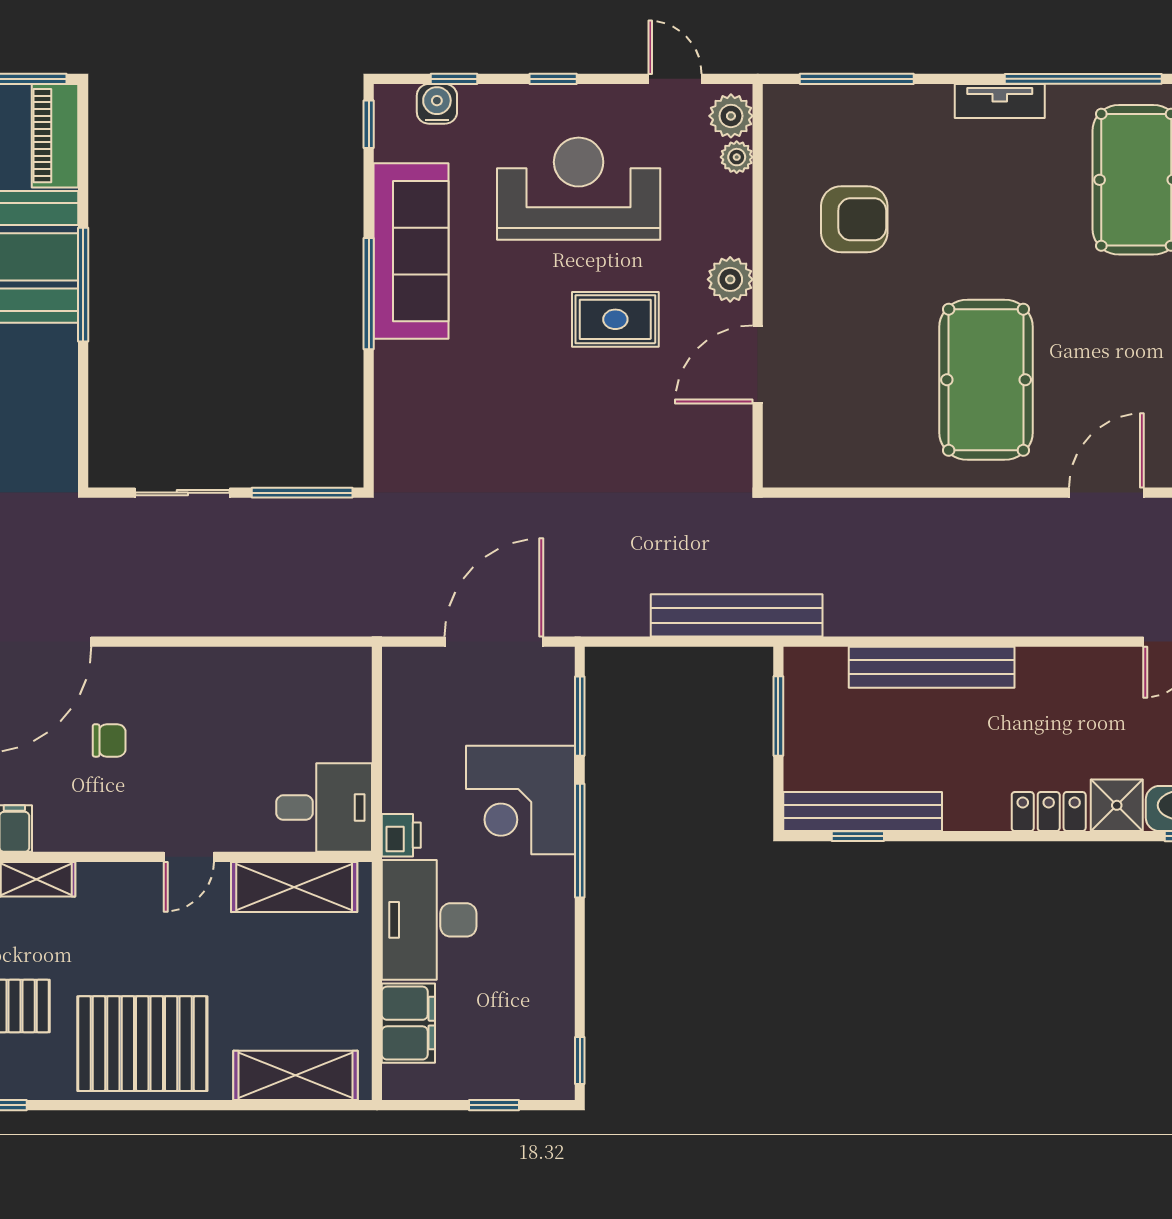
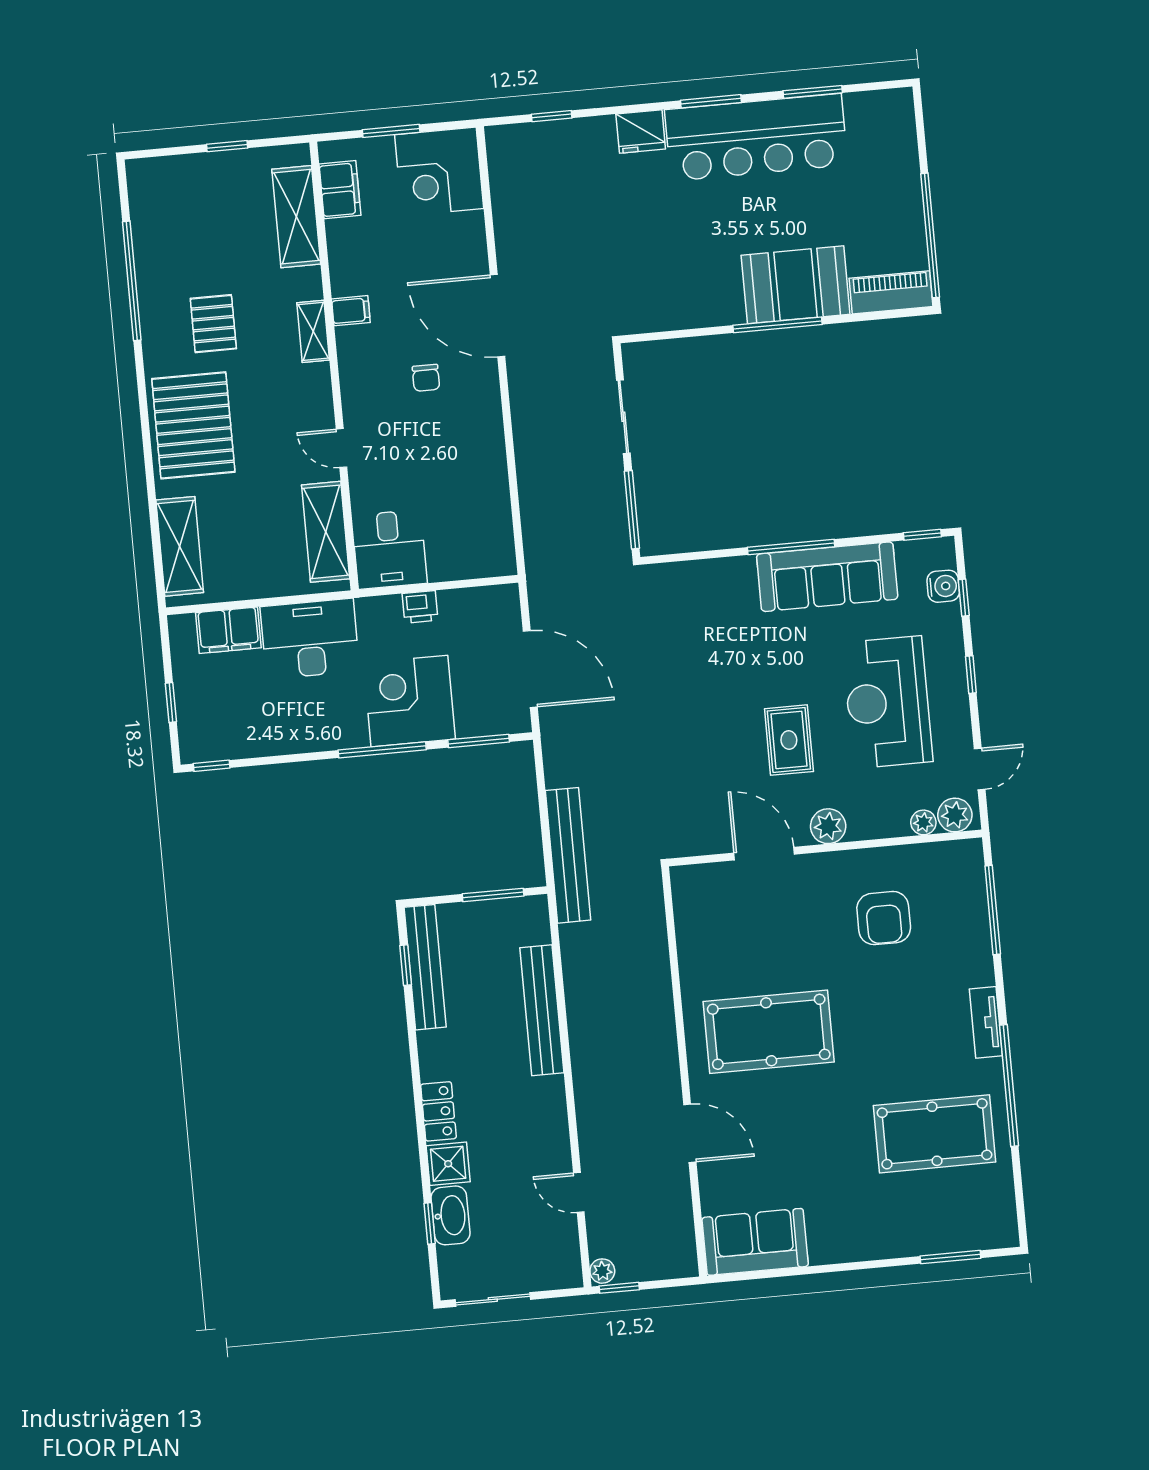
reception desk: (579, 189) -> (888, 702), turned 180
printer: (401, 835) -> (420, 607), moved

